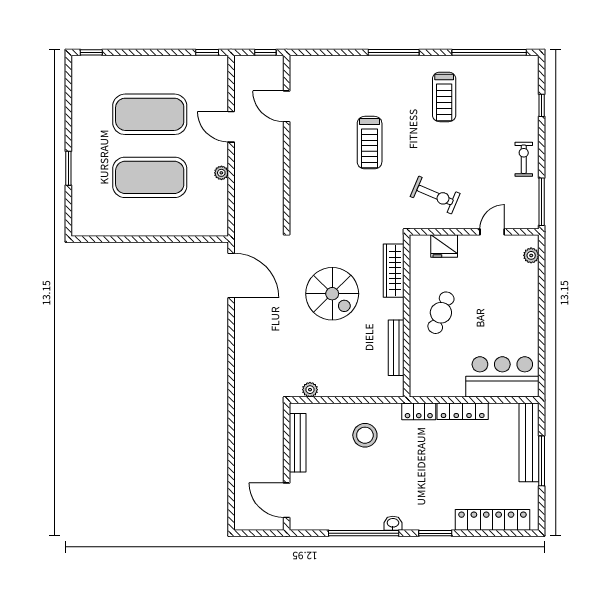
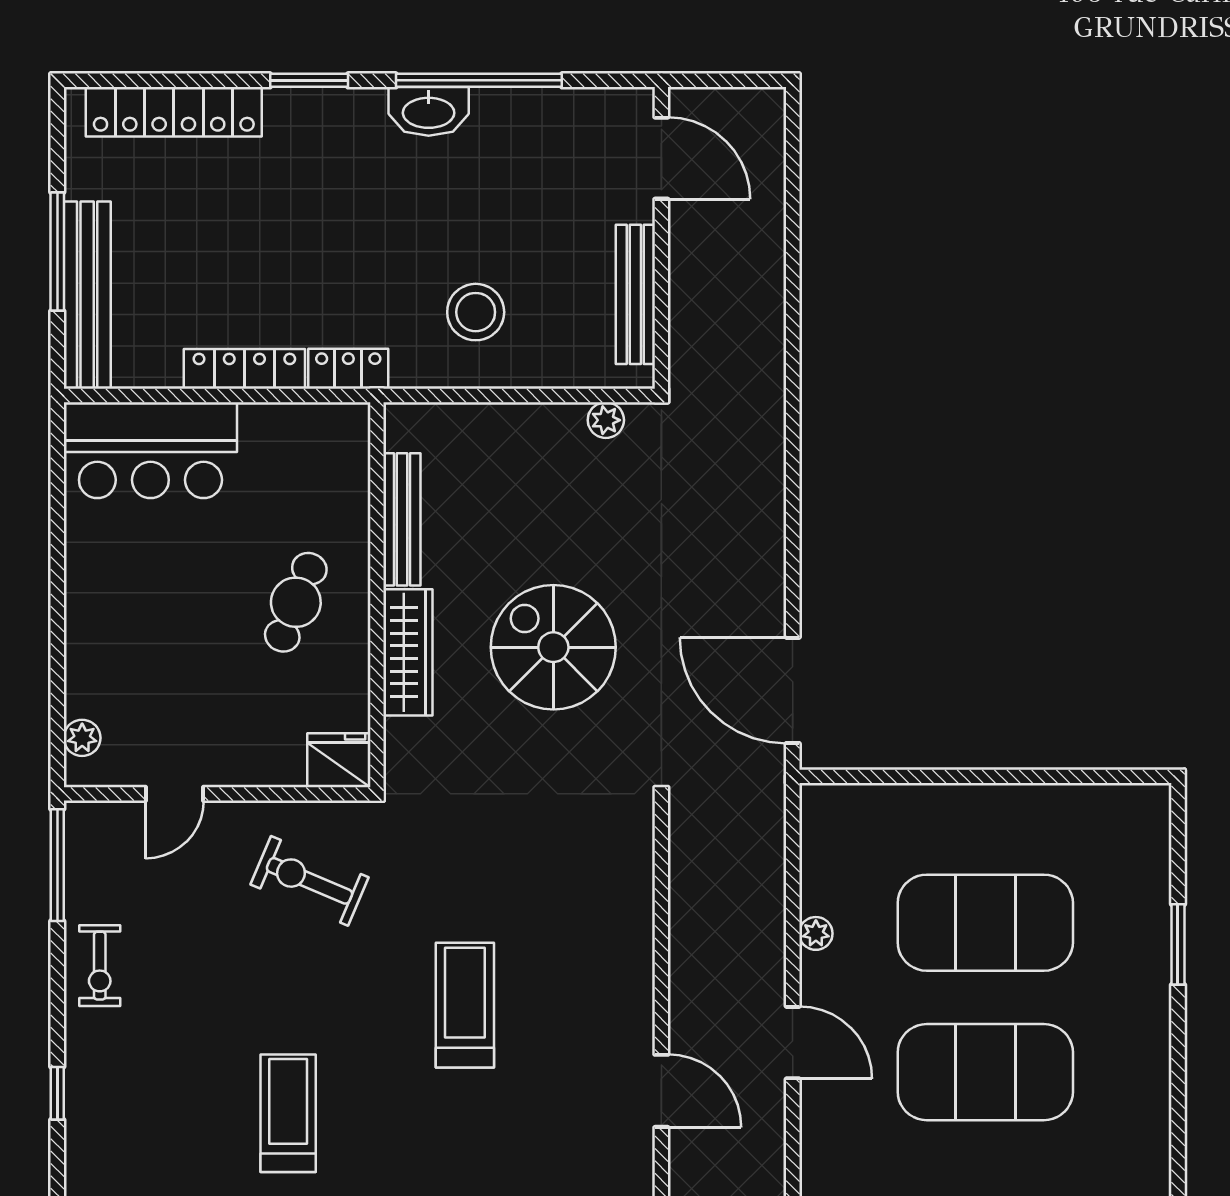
fridge: (444, 246) -> (339, 760), moved
wardrobe: (394, 271) -> (408, 652), moved
washbasin: (393, 523) -> (429, 111), width x1.91, depth x1.45

